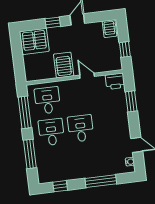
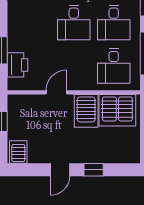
server rack: (34, 41) -> (117, 110), moved, turned 180
door: (87, 76) -> (56, 92), swing flipped
printer: (115, 81) -> (18, 65), moved, turned 90

